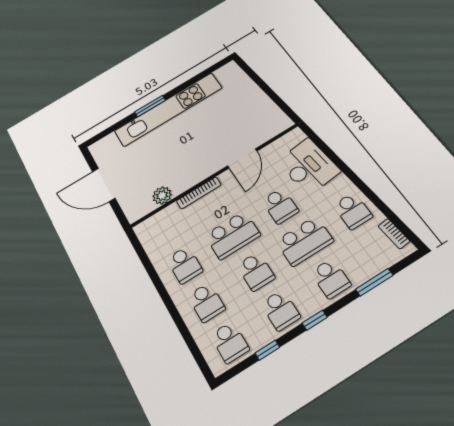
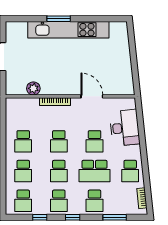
door: (242, 158) -> (92, 96), swing flipped
school desk: (233, 235) -> (59, 141), width x0.54

